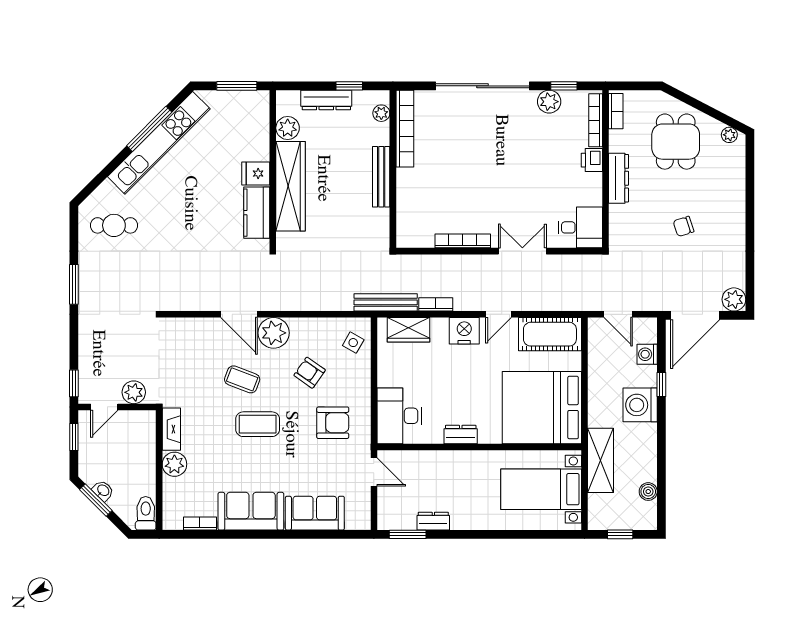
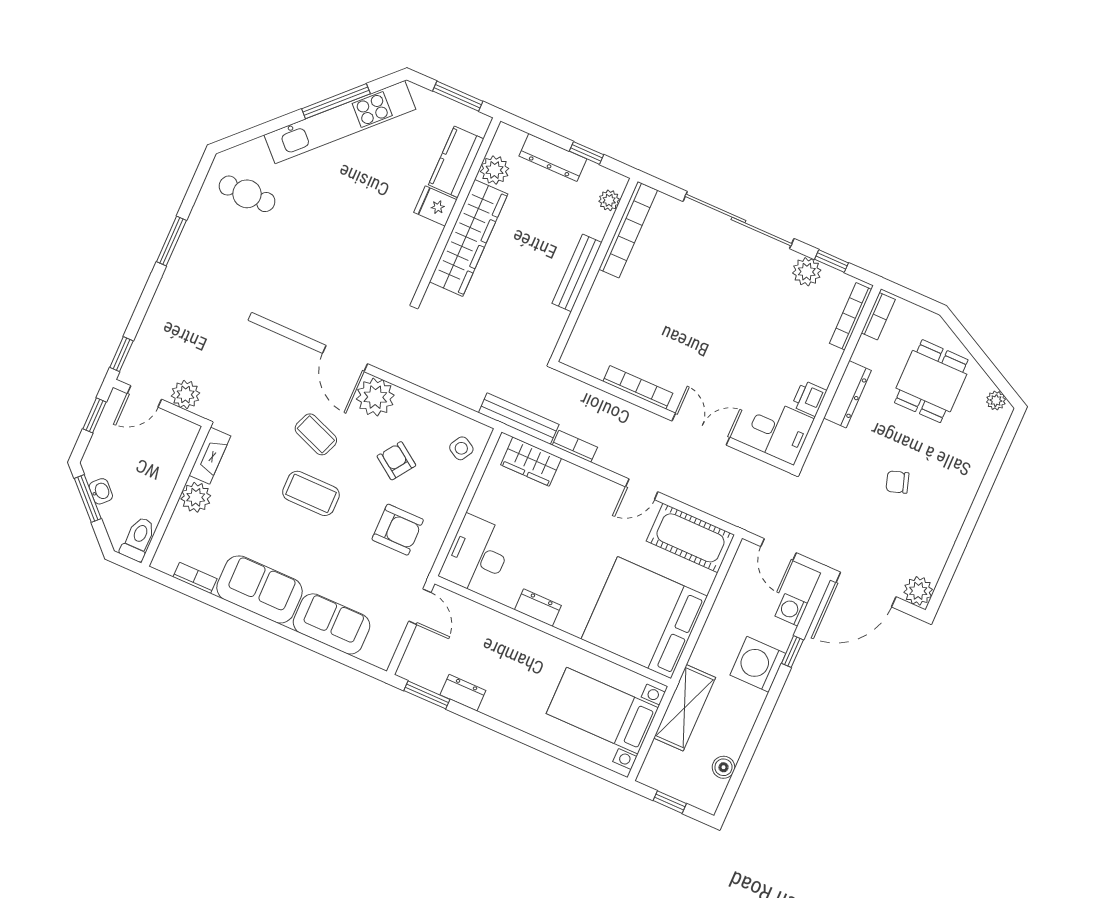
printer: (592, 160) -> (809, 398), moved
kitchen counter: (257, 213) -> (456, 162), moved
nightstand: (464, 331) -> (594, 491), removed

